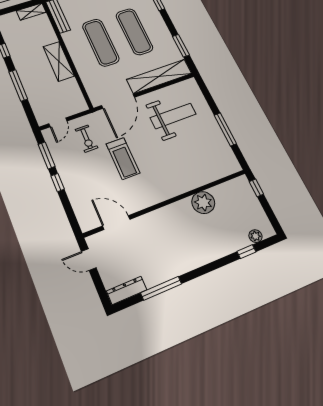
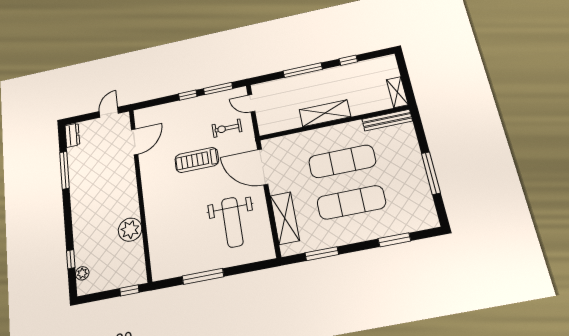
shelving: (159, 76) -> (285, 218), width x0.68
dresser: (127, 290) -> (72, 135), width x0.70

